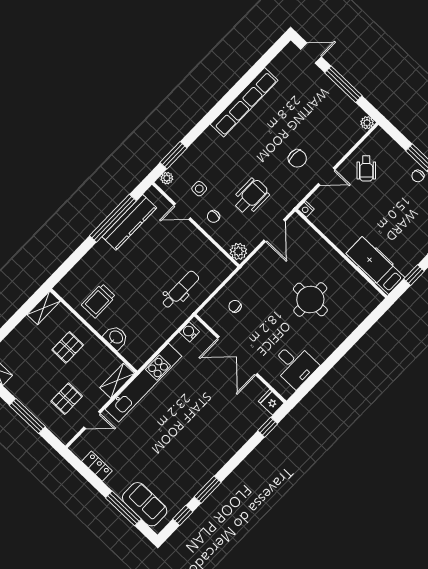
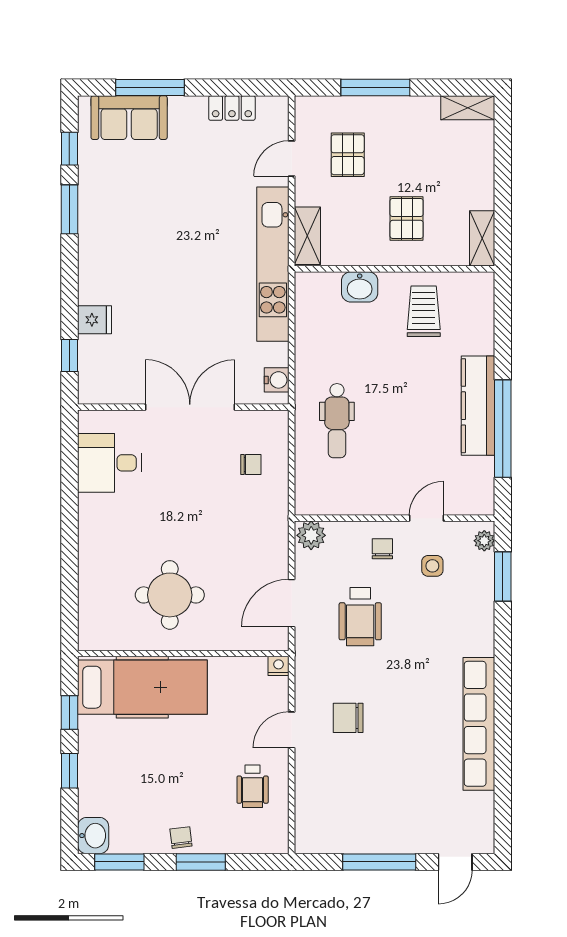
plant: (367, 123) -> (305, 843), removed
wheelchair: (366, 168) -> (253, 786), turned -136
kitchen counter: (129, 222) -> (478, 406), moved
door: (275, 231) -> (292, 603), hinge flipped
hospital bed: (375, 265) -> (142, 687), width x1.37, depth x1.29
round table: (310, 299) -> (170, 595), moved
fridge: (271, 402) -> (95, 320), moved

